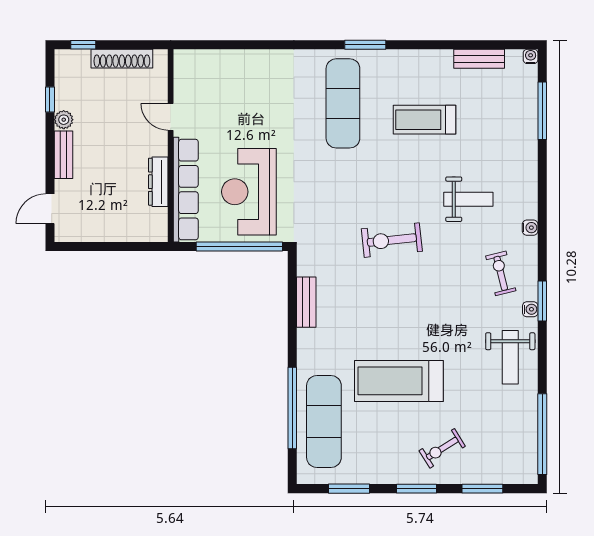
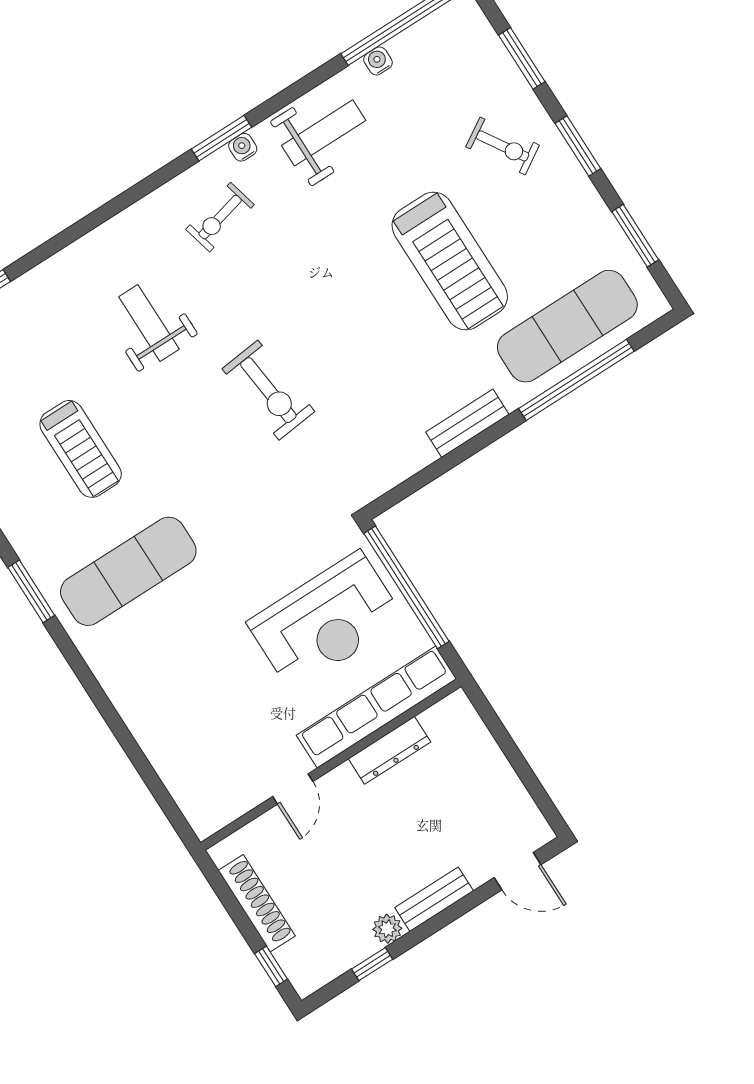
water cooler: (530, 228) -> (378, 61), moved
bench: (306, 302) -> (467, 423), moved

